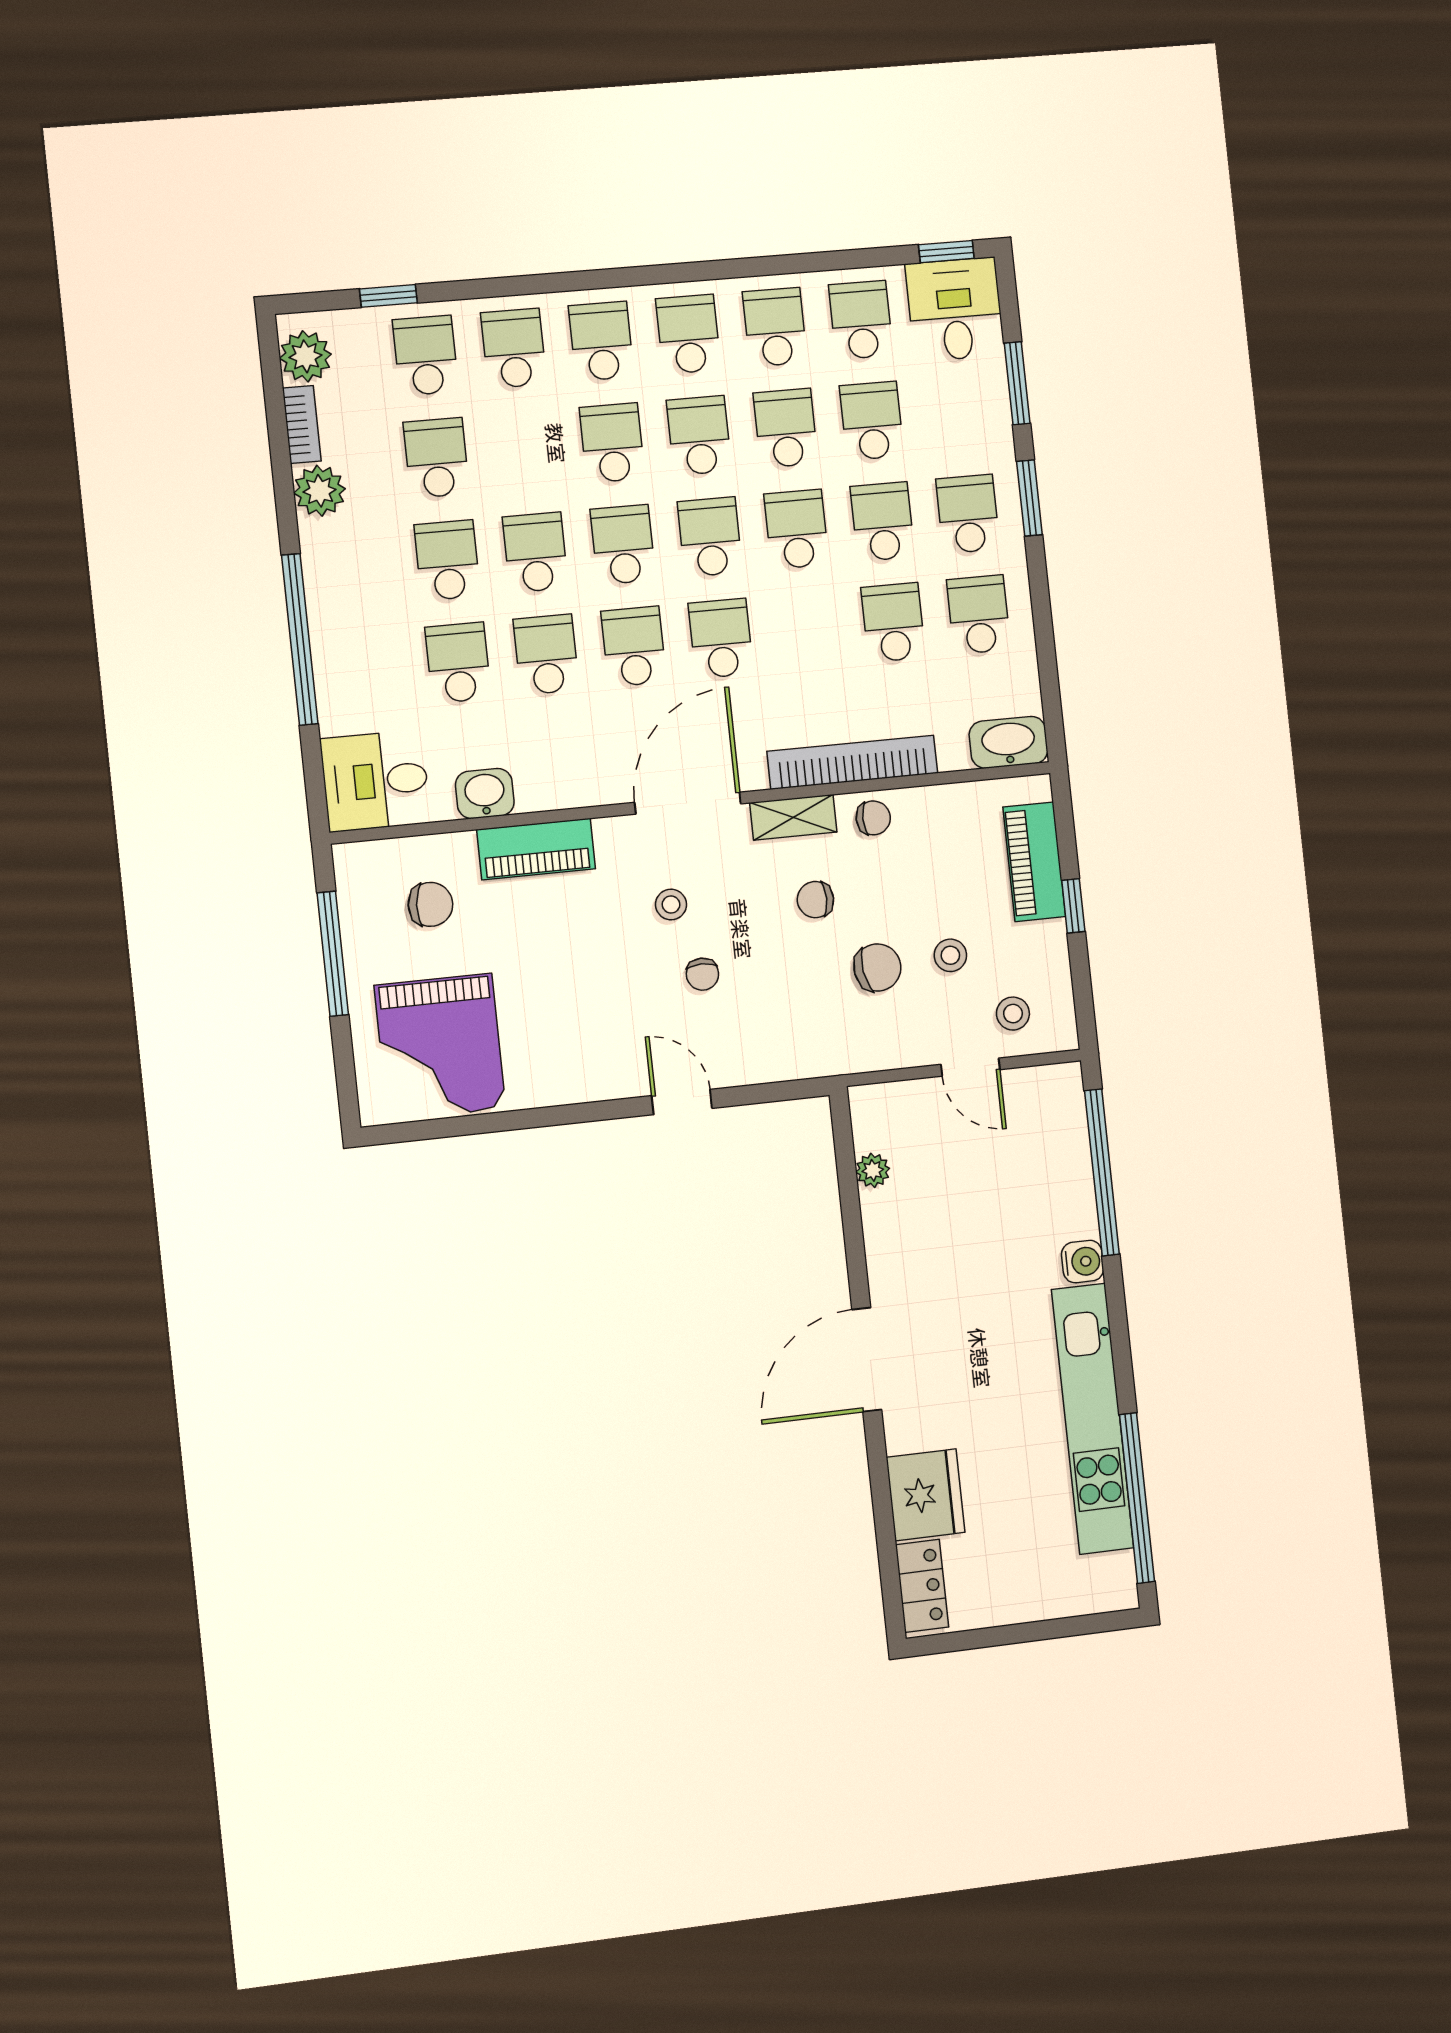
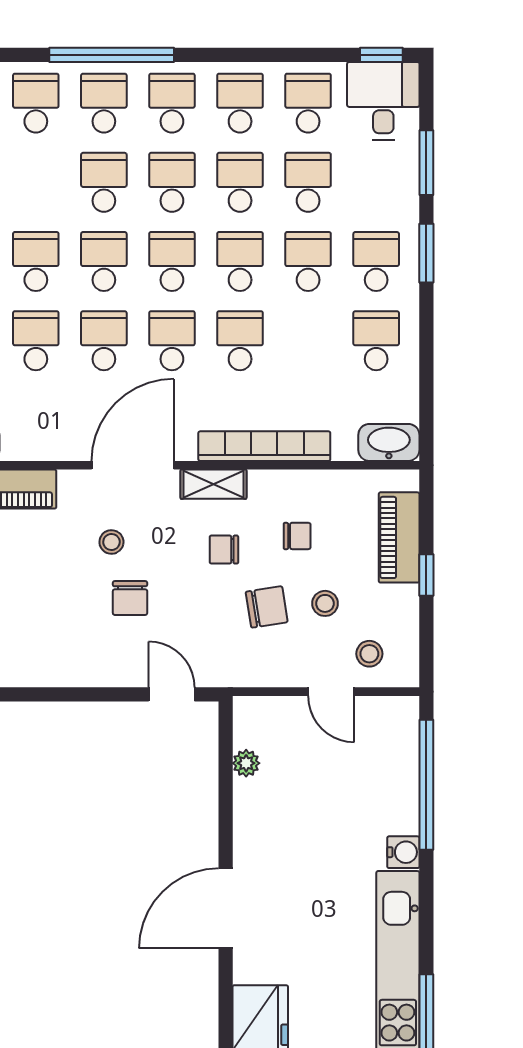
window: (605, 279) -> (112, 55), added
school desk: (893, 622) -> (240, 341), moved
chair: (873, 818) -> (297, 536), moved
chair: (702, 974) -> (130, 598), width x1.37, depth x1.37
door: (682, 1102) -> (172, 694), moved

